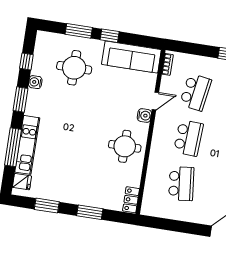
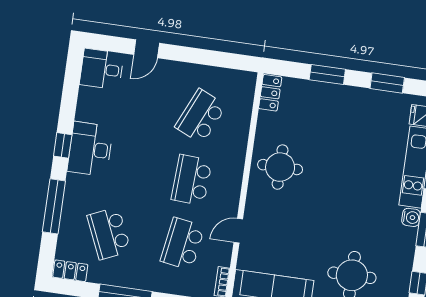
water cooler: (35, 82) -> (411, 217), moved
water cooler: (144, 115) -> (253, 210), removed
school desk: (181, 184) -> (201, 116), turned 30

